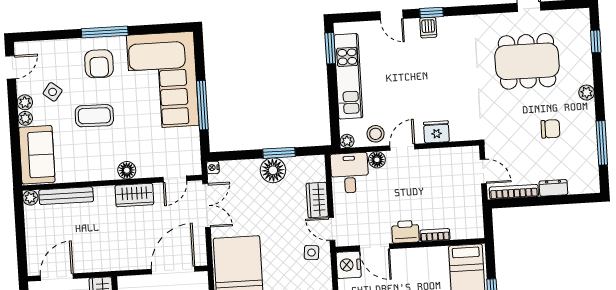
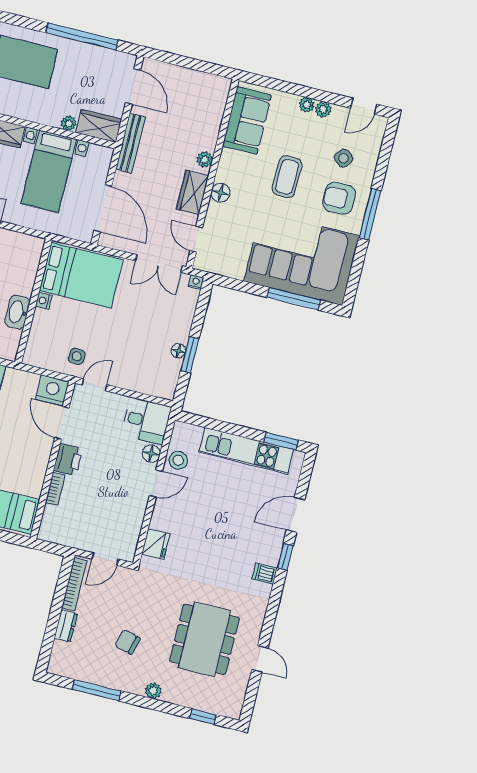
door: (391, 15) -> (296, 515), width x1.38
dishwasher: (428, 28) -> (265, 574), moved
door: (11, 67) -> (364, 106), hinge flipped
side table: (53, 92) -> (344, 158), moved
window: (202, 105) -> (294, 299), moved
chair: (550, 129) -> (127, 642), turned 105
fridge: (436, 132) -> (156, 544), moved
plant: (347, 141) -> (180, 429), removed
door: (402, 147) -> (156, 484), hinge flipped
sofa: (37, 155) -> (247, 120), moved, turned -90
floor lamp: (273, 170) -> (178, 351), width x0.53, depth x0.53
bench: (66, 196) -> (130, 143), moved
plant: (30, 198) -> (205, 160), moved
wardrobe: (317, 200) -> (129, 379), removed
door: (374, 247) -> (62, 423), hinge flipped

